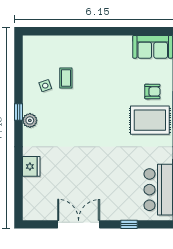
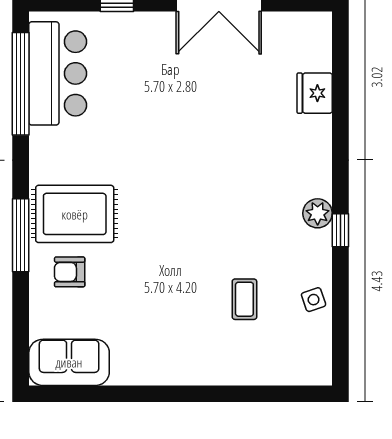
side table: (45, 86) -> (314, 300), moved
fridge: (31, 166) -> (315, 93), moved

